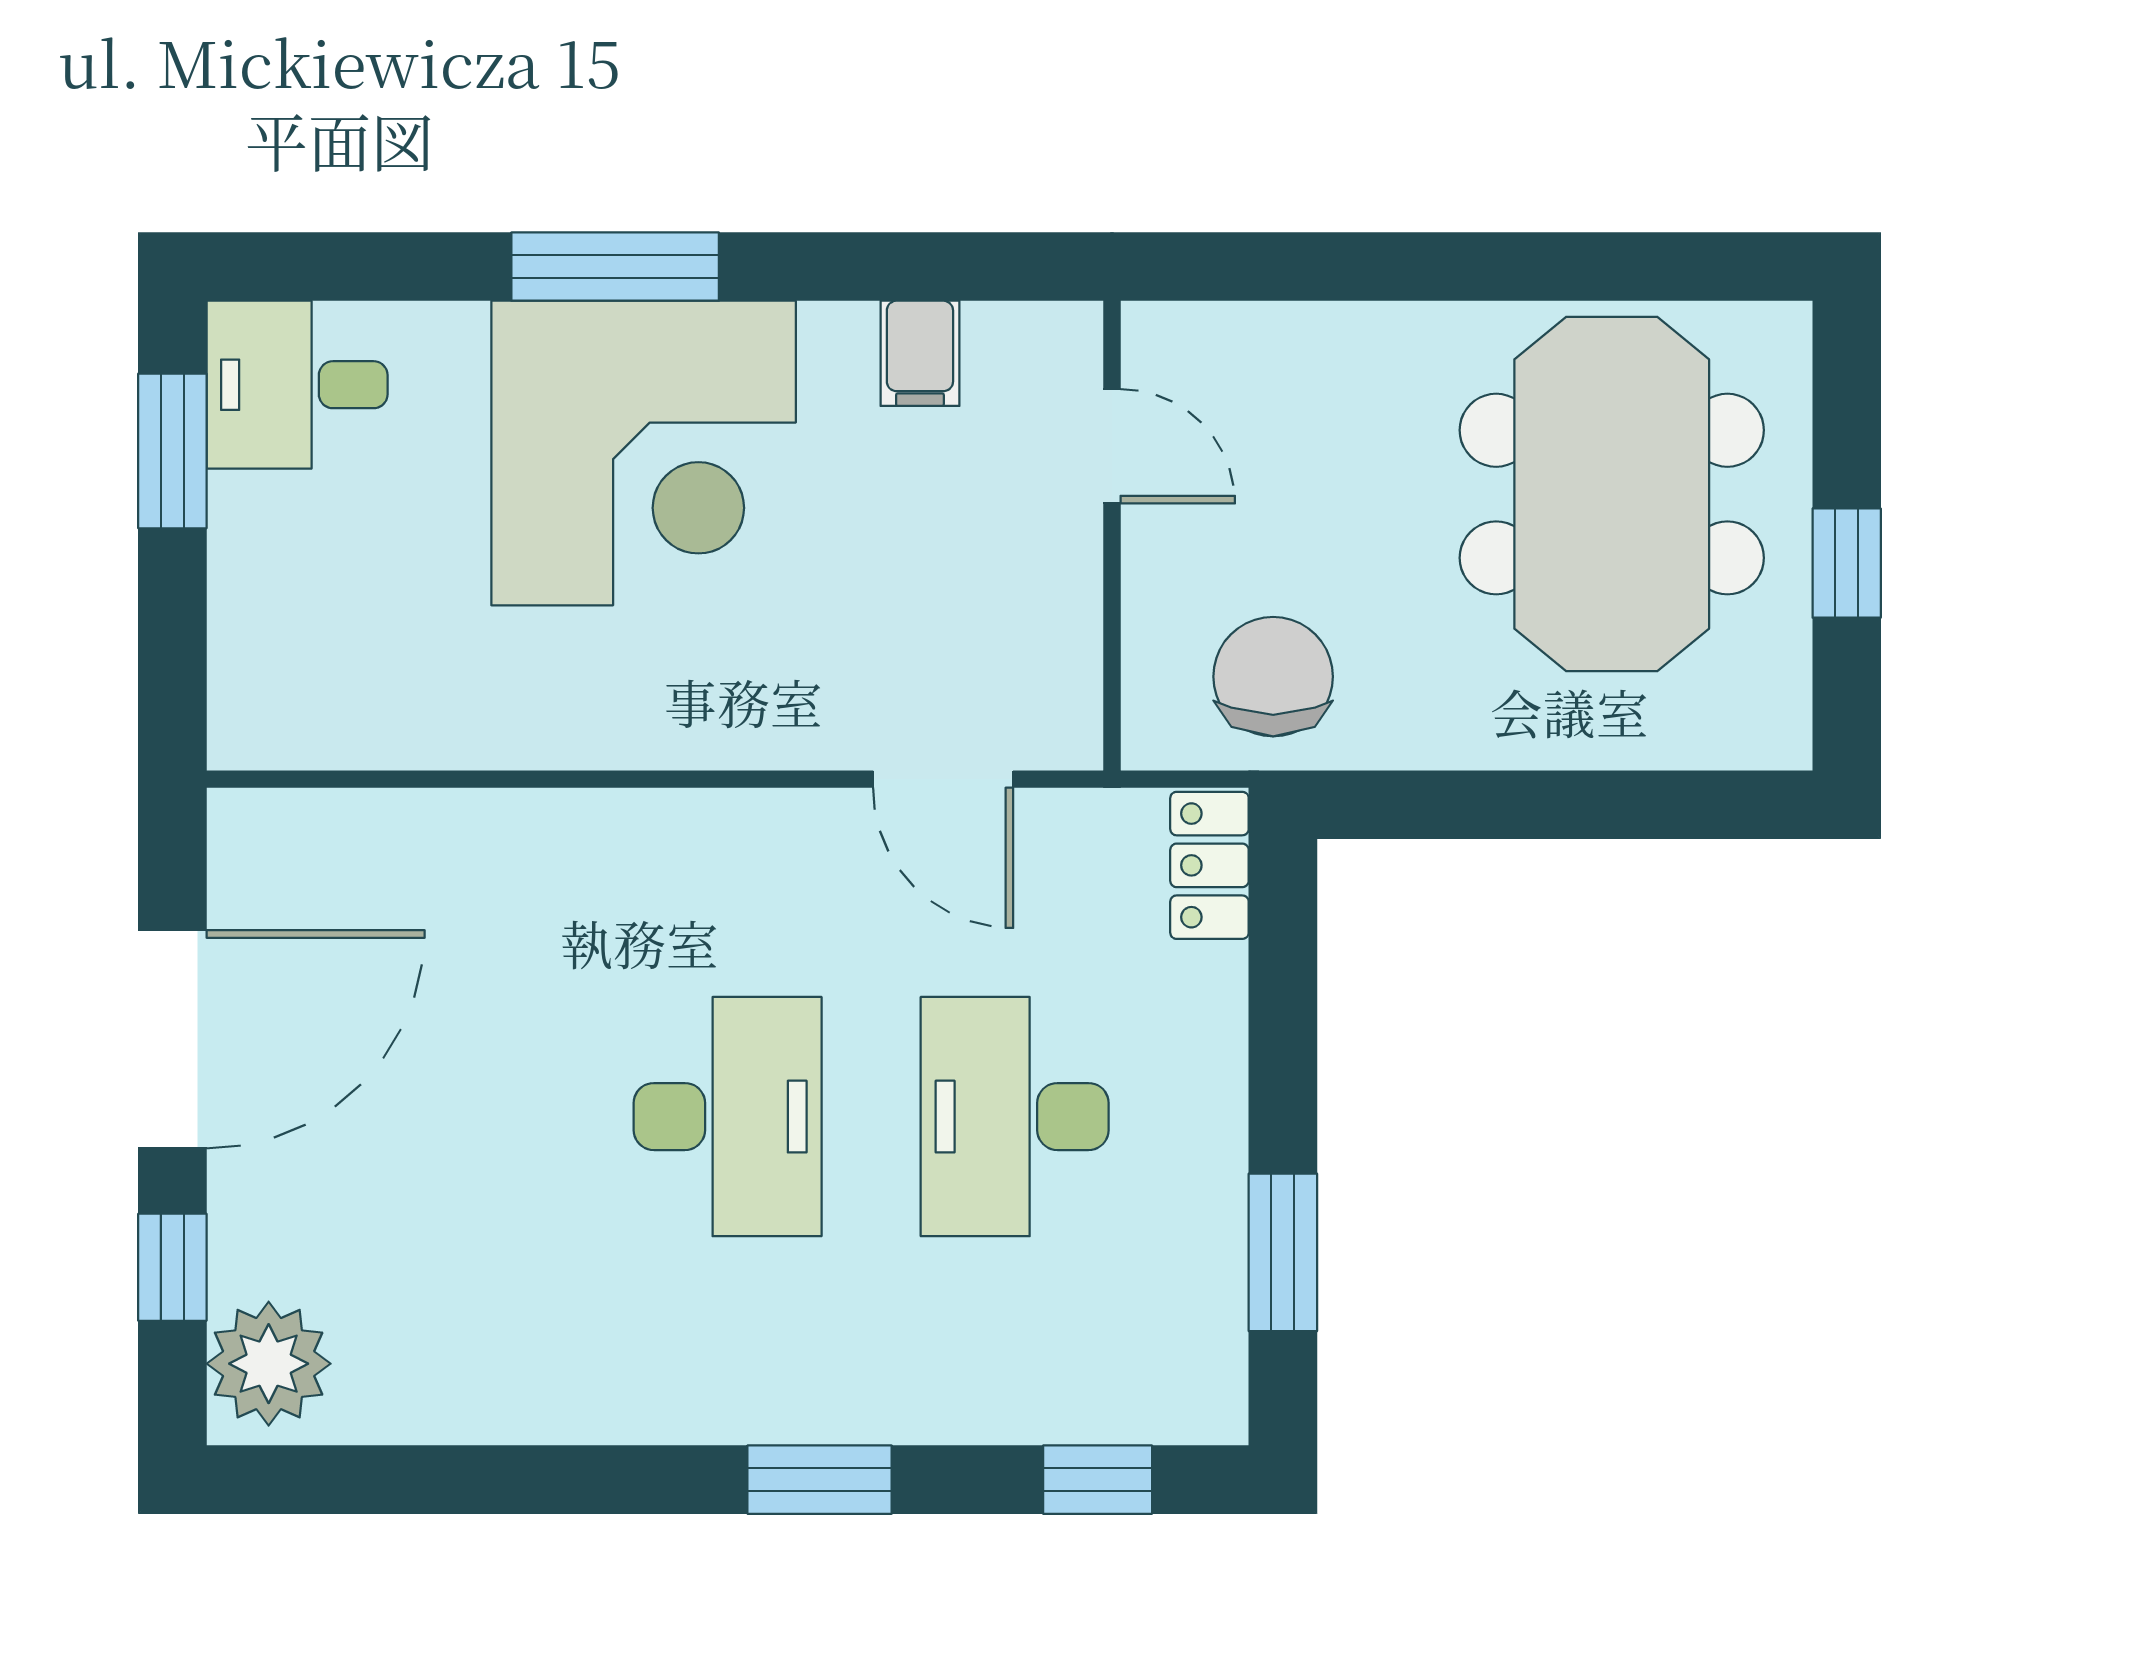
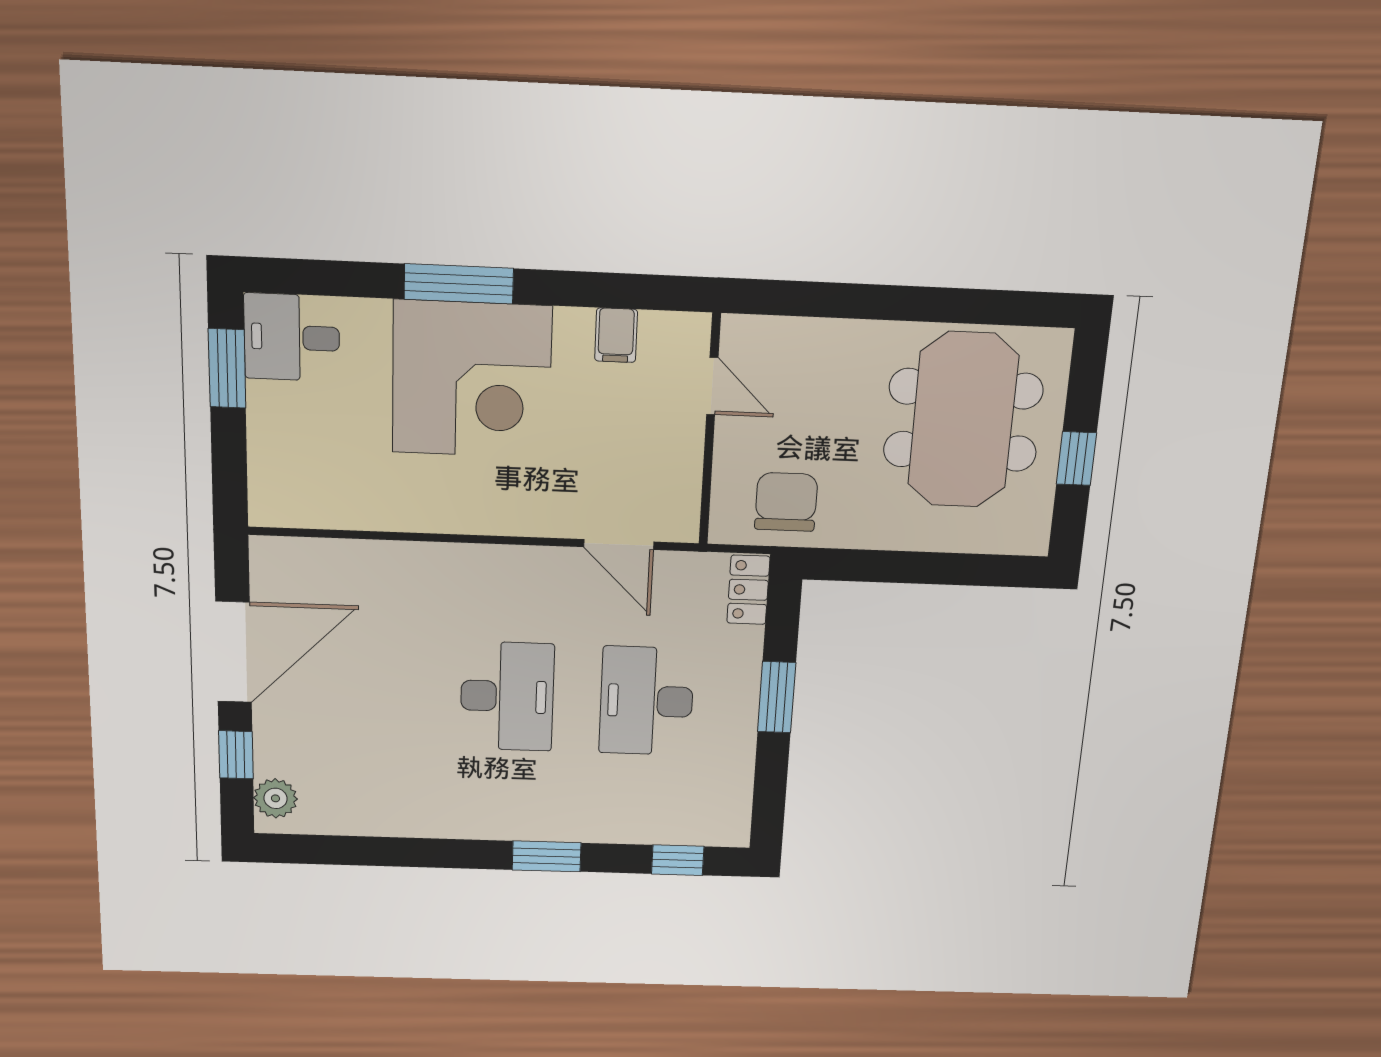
window: (1283, 1252) -> (777, 697), moved
plant: (269, 1364) -> (275, 798), width x0.73, depth x0.73

